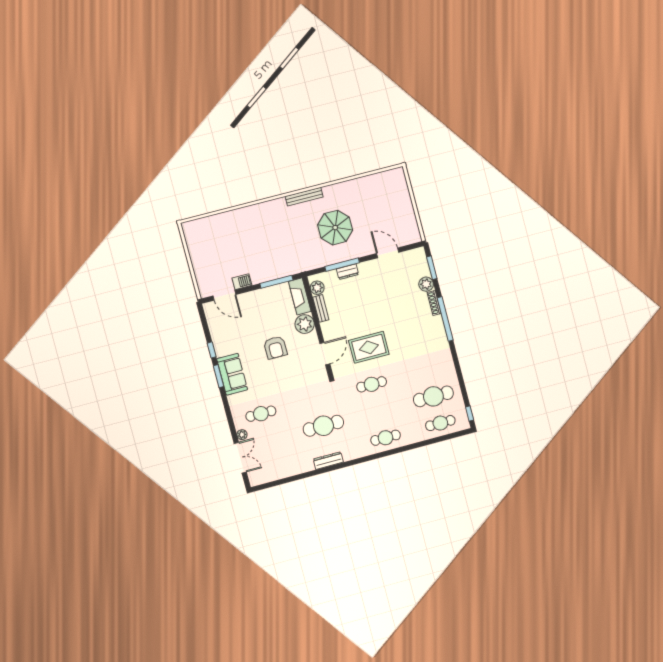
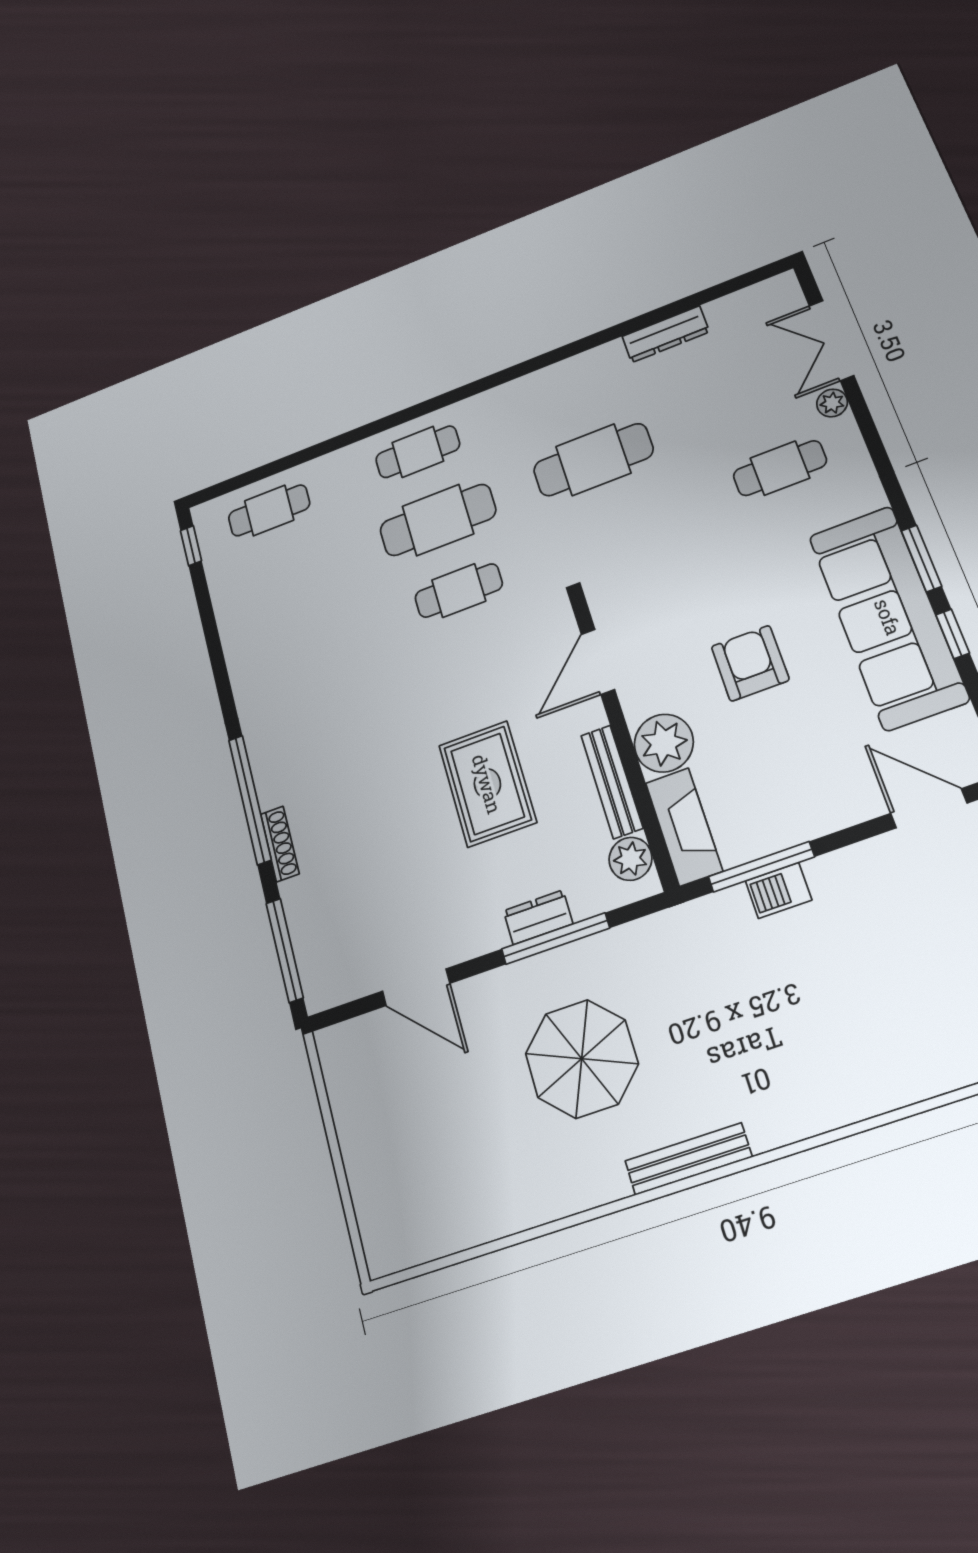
window: (432, 268) -> (285, 950), width x1.44
barbecue: (242, 282) -> (779, 890), moved
plant: (426, 284) -> (302, 899), removed
bench: (321, 308) -> (612, 782), width x1.36
rug: (369, 347) -> (487, 784), moved, turned 90
sofa: (232, 374) -> (888, 617), width x1.85, depth x1.27
cafe table: (433, 396) -> (438, 520), moved
dresser: (328, 461) -> (666, 334), moved

